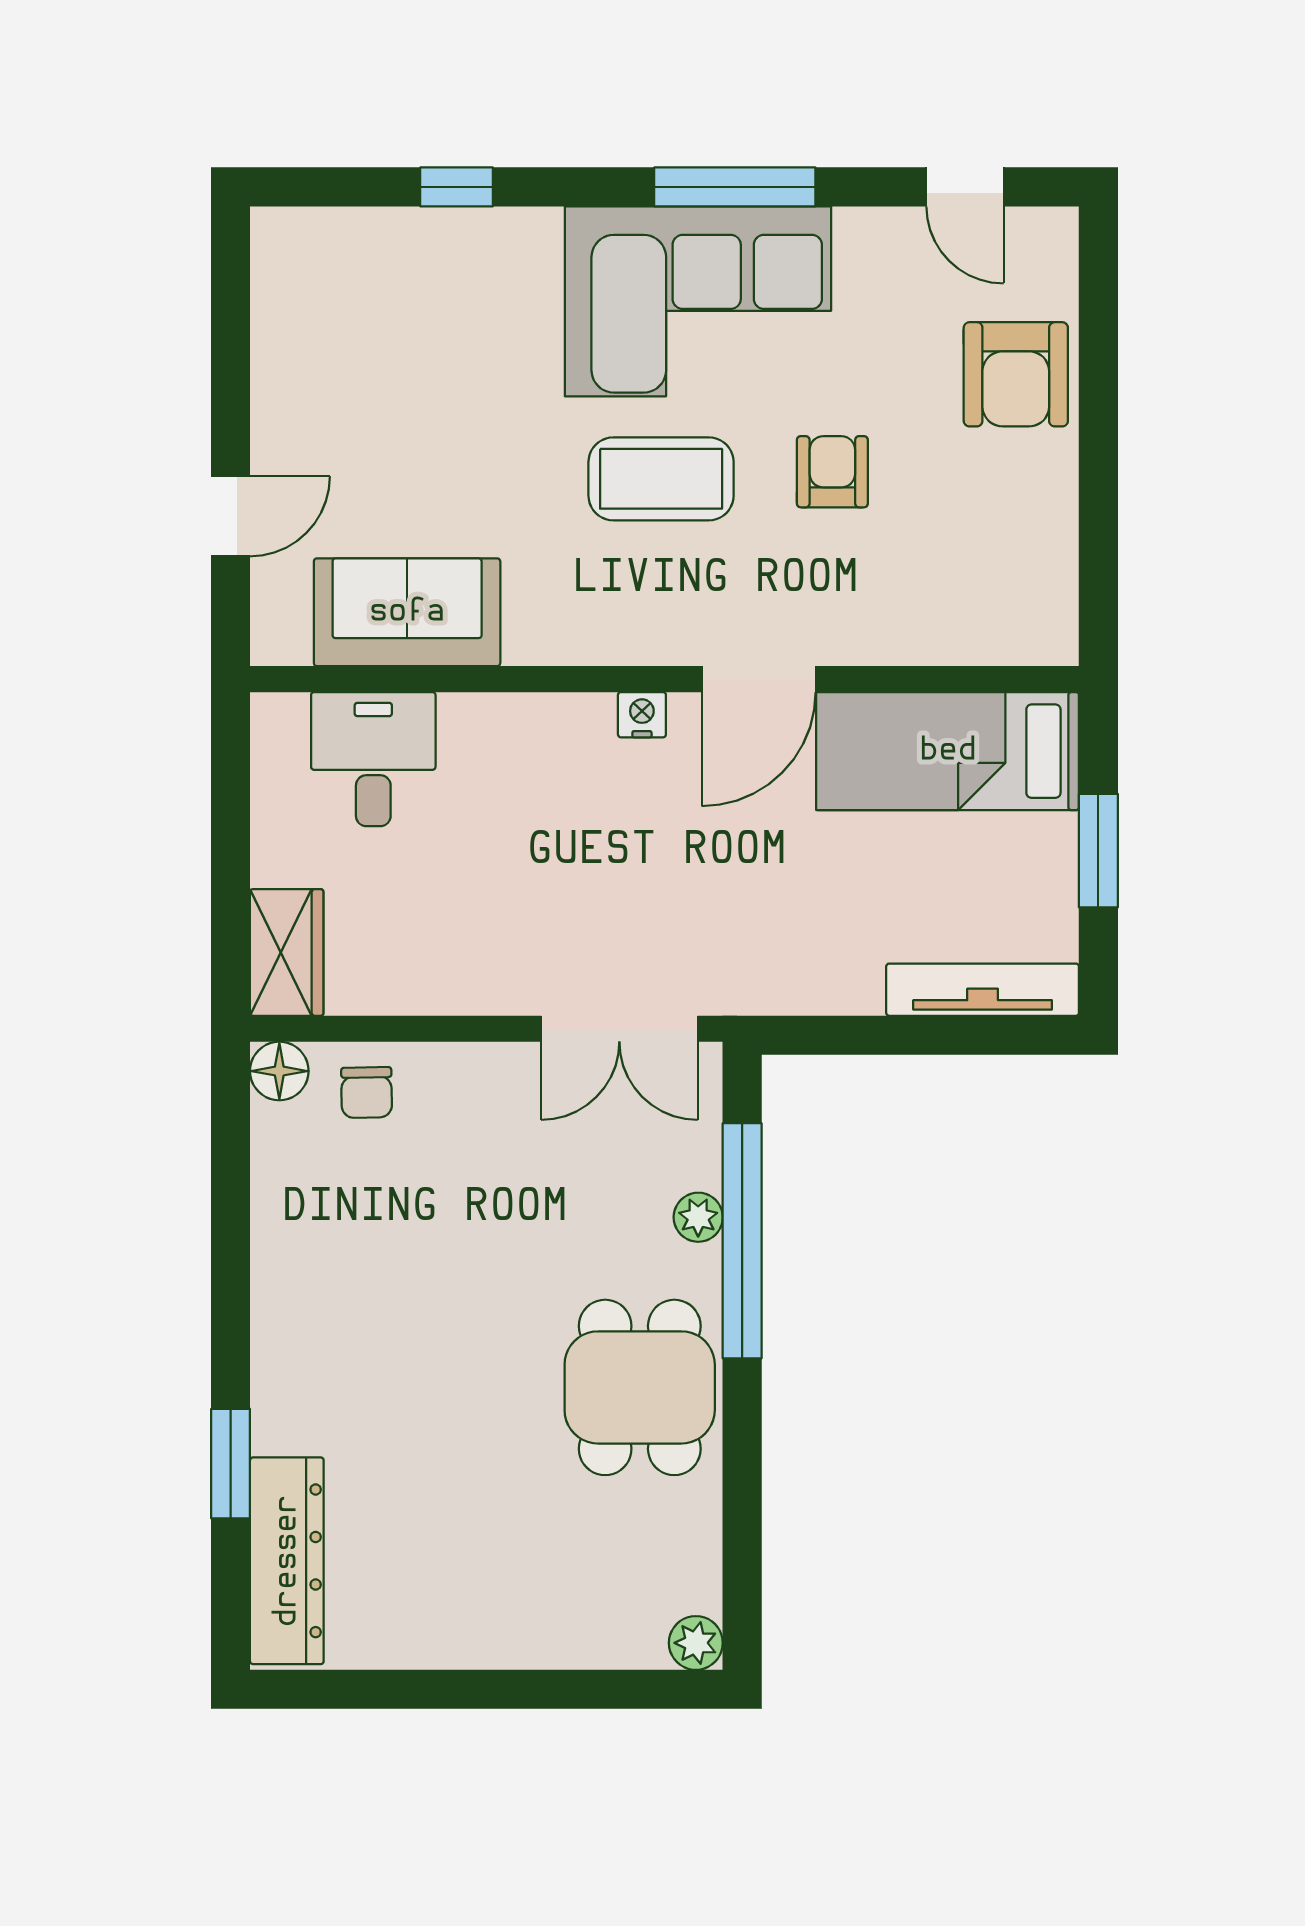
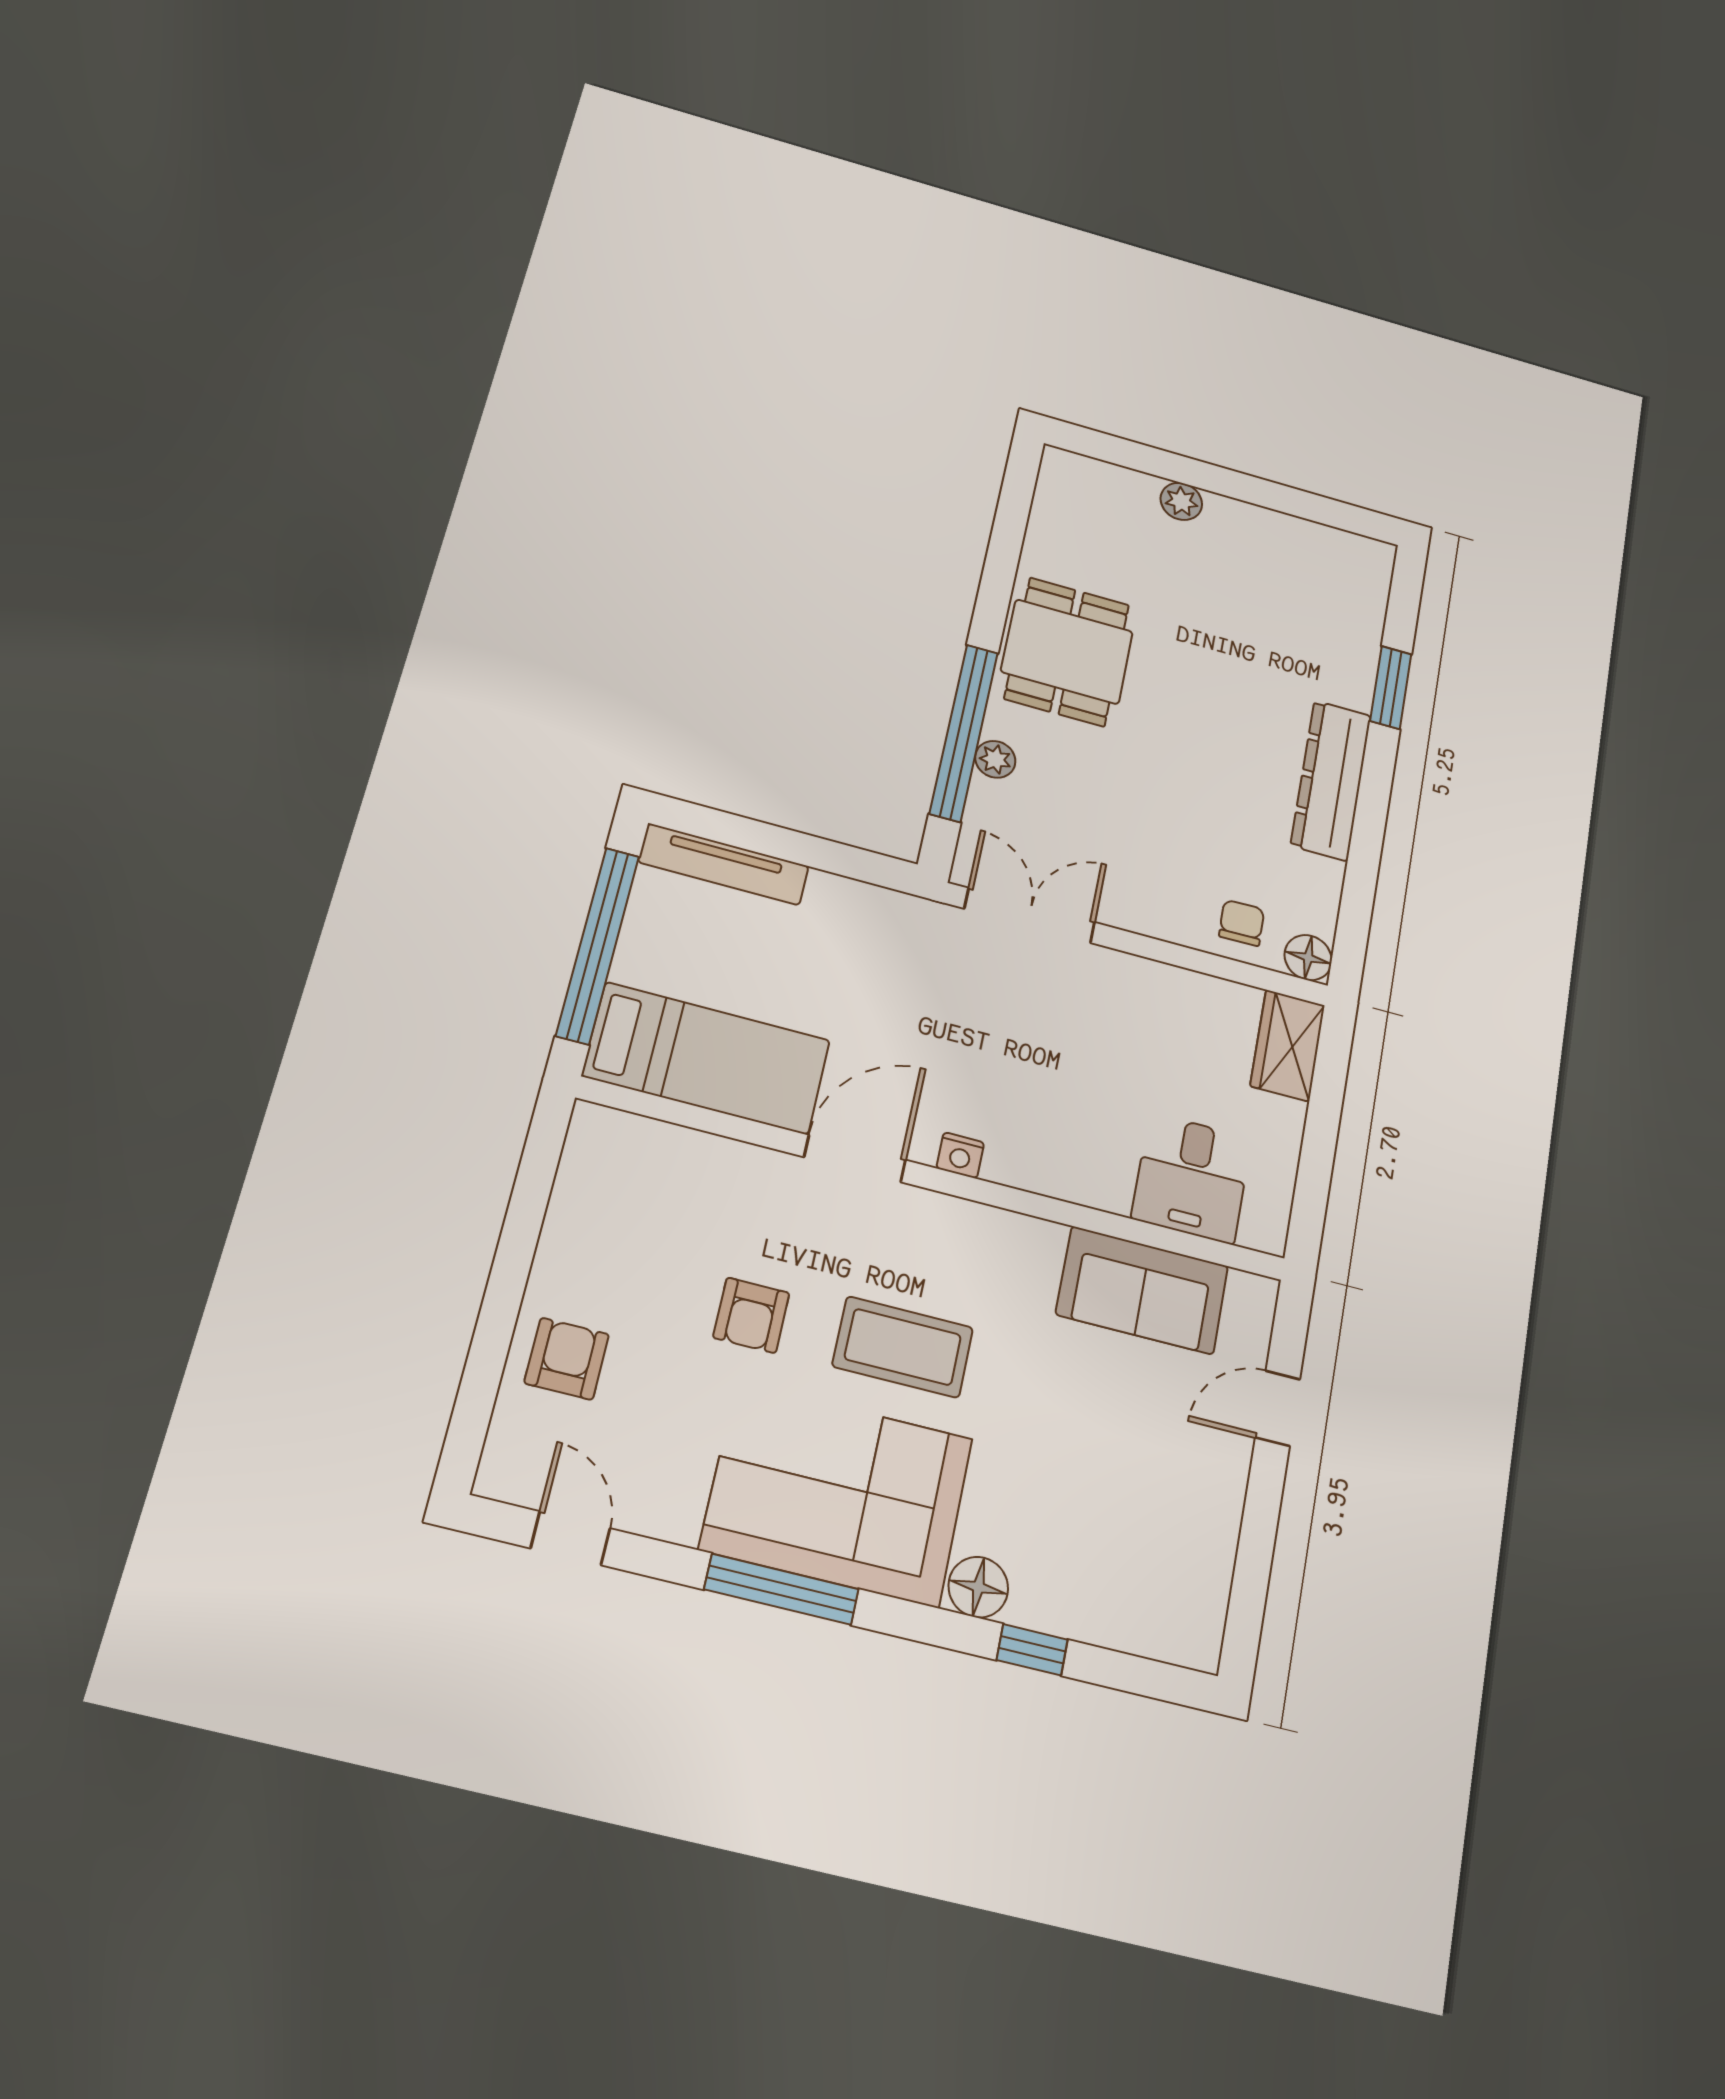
floor lamp: (527, 239) -> (978, 1587), added
armchair: (1016, 374) -> (567, 1359), width x0.72, depth x0.72
window: (1098, 851) -> (598, 945), width x2.11
dresser: (287, 1561) -> (1331, 780), moved
plant: (696, 1643) -> (1181, 501), moved

